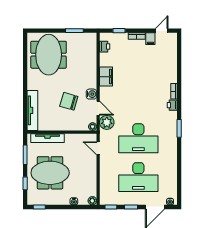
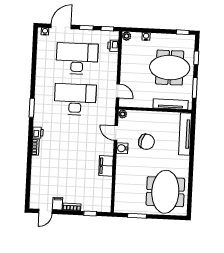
printer: (105, 47) -> (113, 46), moved
plant: (107, 122) -> (108, 118), removed

